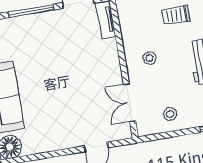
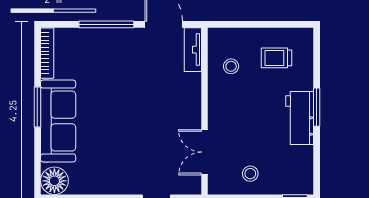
stool: (149, 58) -> (231, 66), moved

